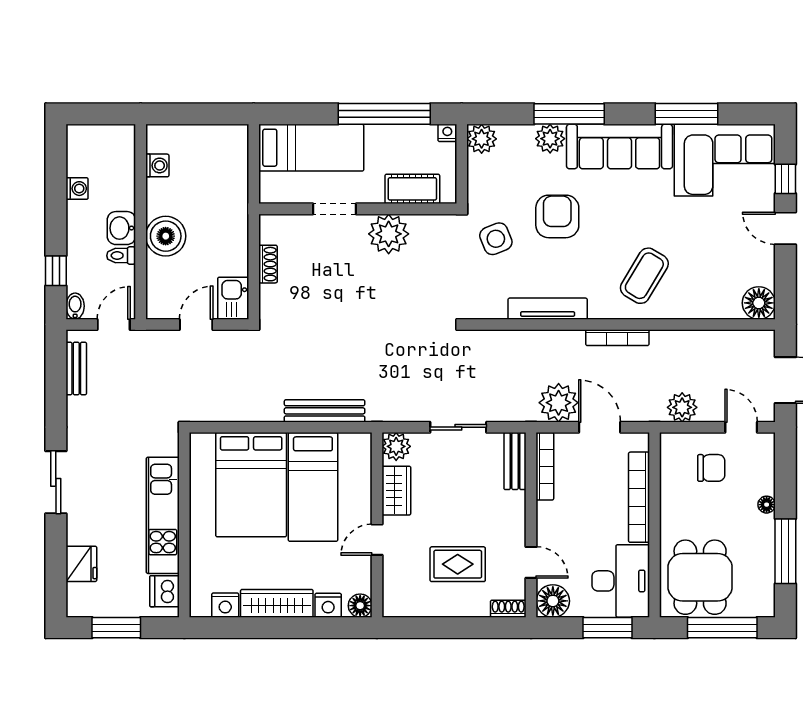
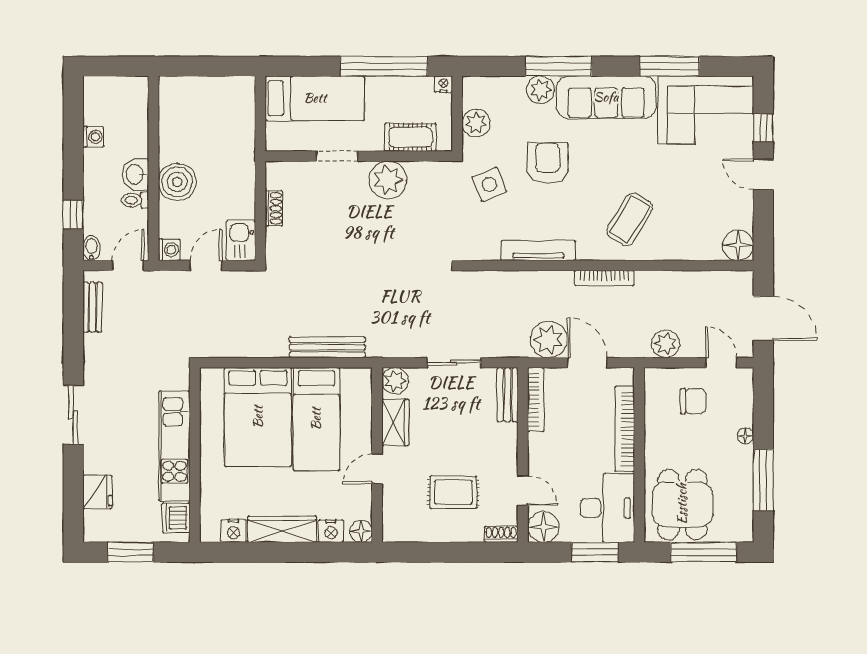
plant: (482, 139) -> (476, 123), moved
washing machine: (157, 165) -> (169, 250), moved

